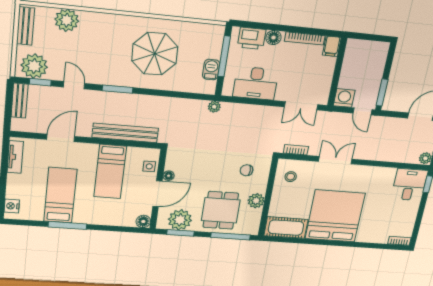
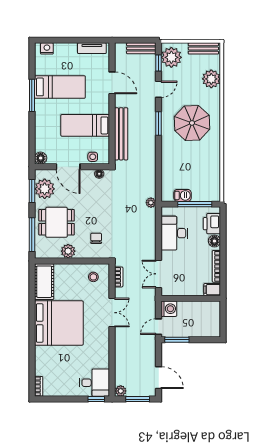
parasol: (155, 54) -> (192, 123), moved
floor lamp: (169, 176) -> (99, 174), moved

